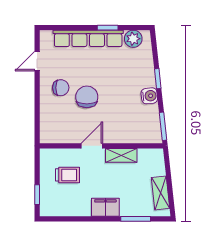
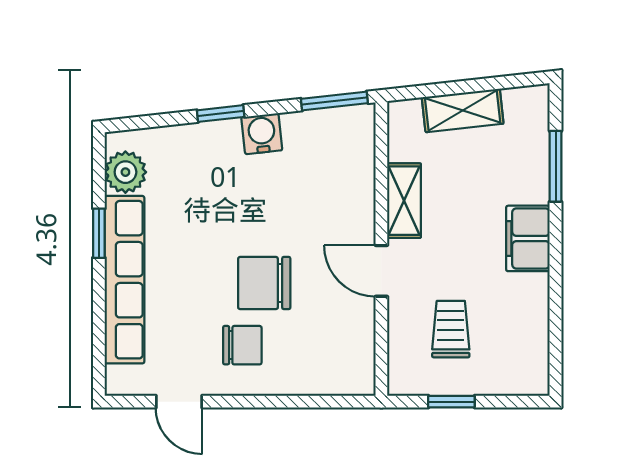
chair: (61, 88) -> (242, 345), turned 90
shelving: (161, 193) -> (463, 110), moved
window: (37, 195) -> (451, 402), moved

